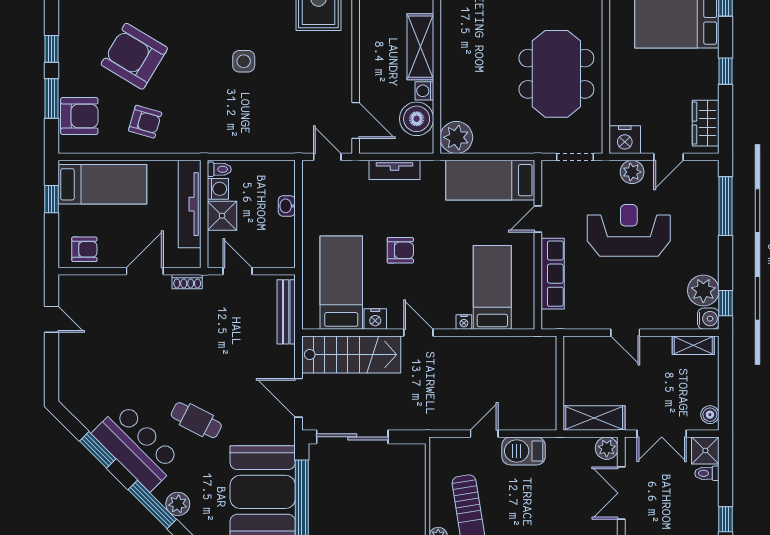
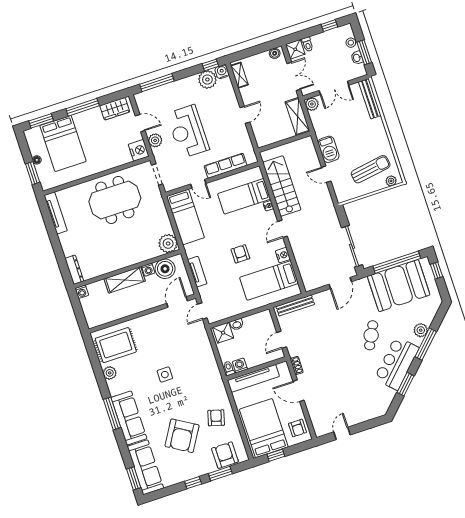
window: (726, 71) -> (83, 107), width x2.17
bed: (102, 184) -> (264, 428), width x1.50
shower: (222, 216) -> (223, 333), moved
armchair: (84, 249) -> (297, 428), turned 180
stairs: (351, 355) -> (282, 186), moved

